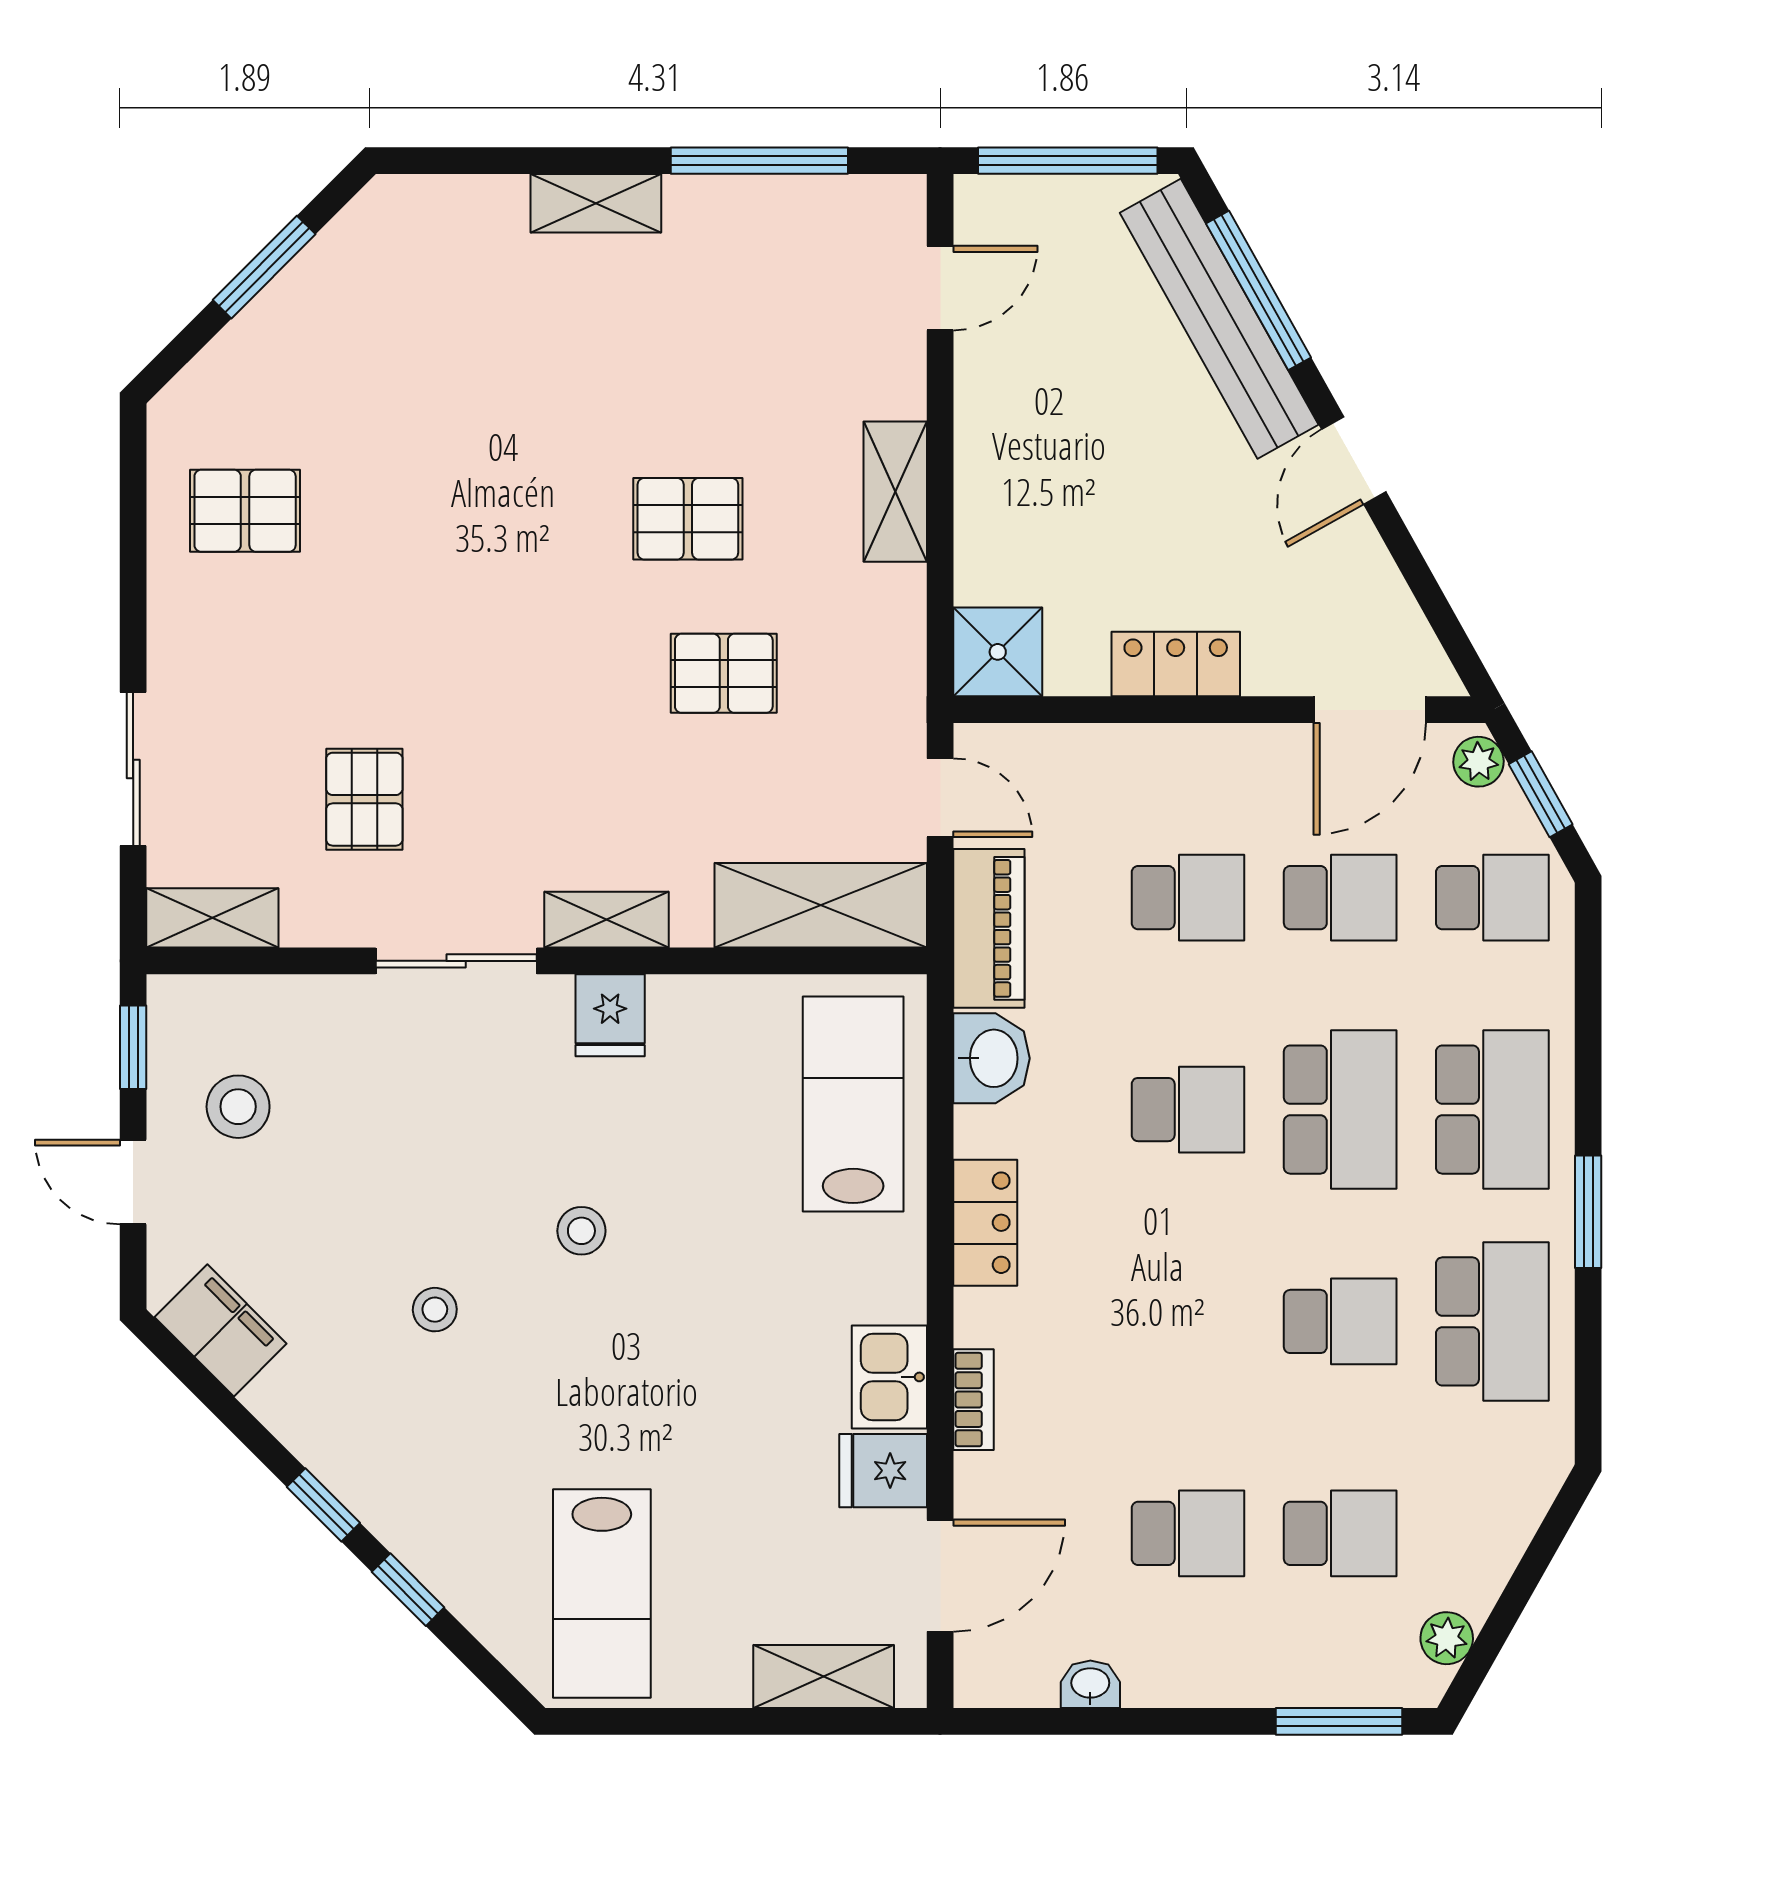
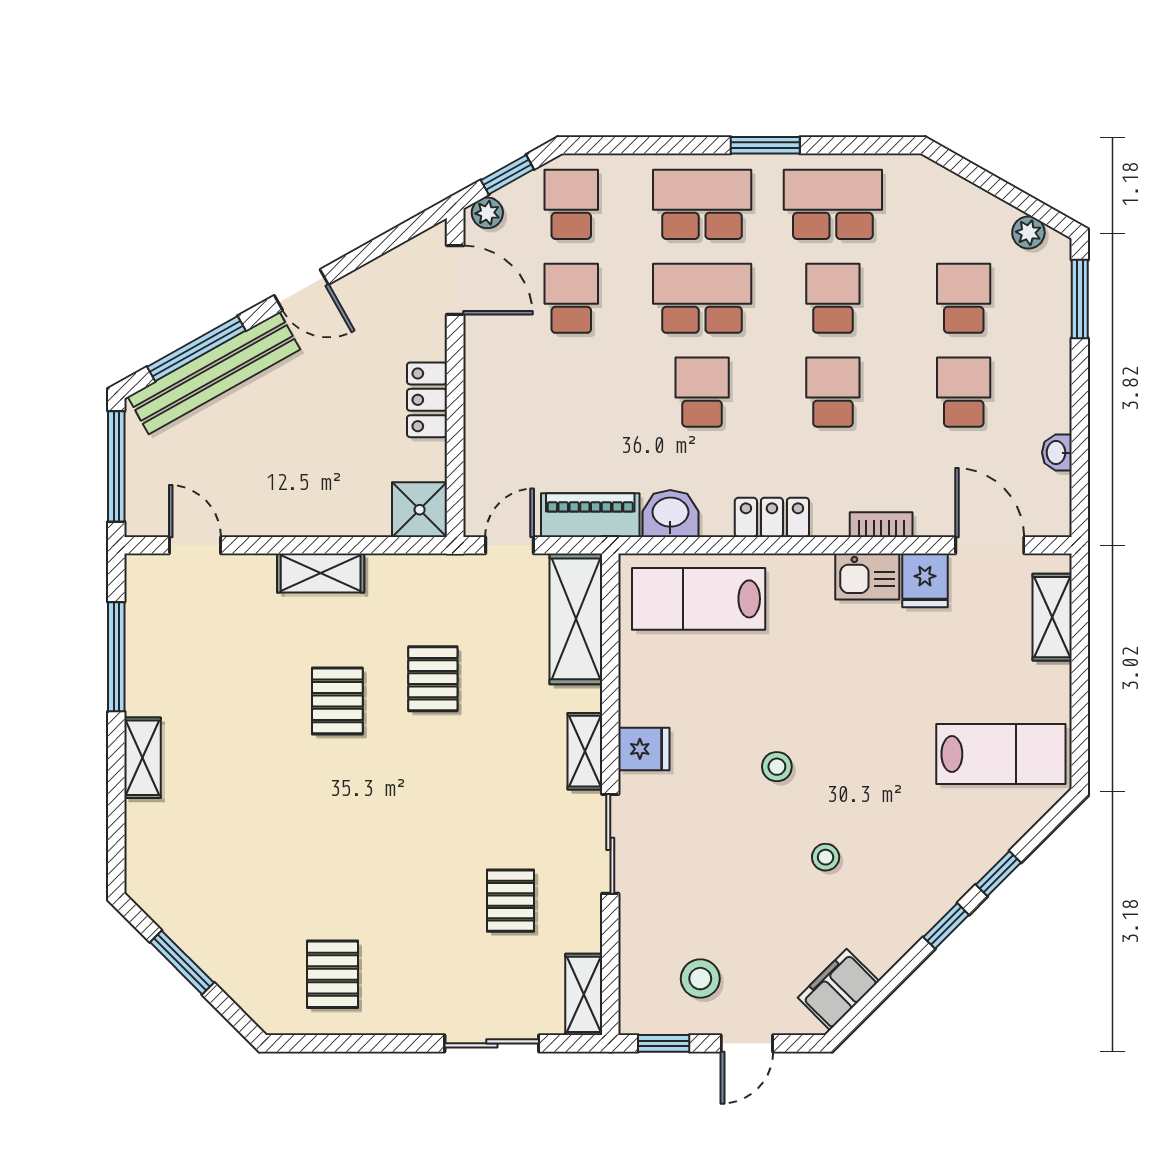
pallet: (364, 799) -> (510, 901), turned 90
school desk: (1188, 898) -> (833, 392), moved

